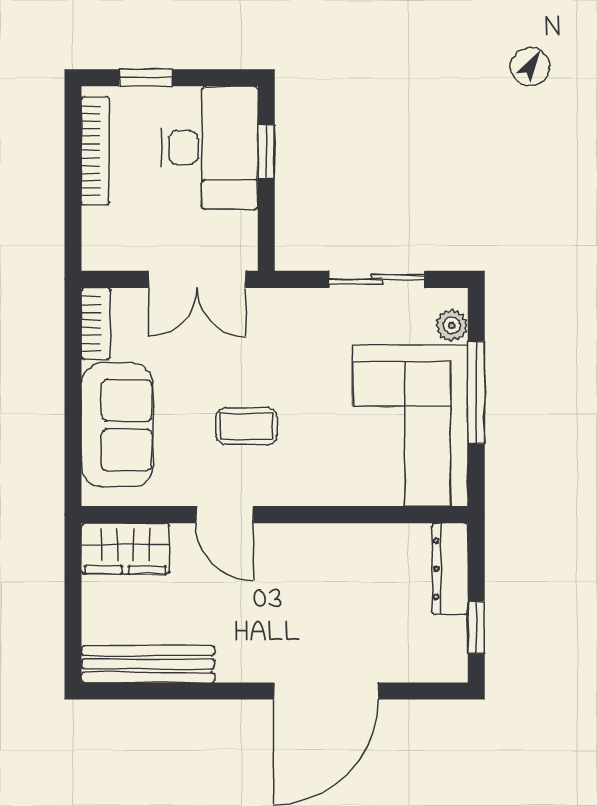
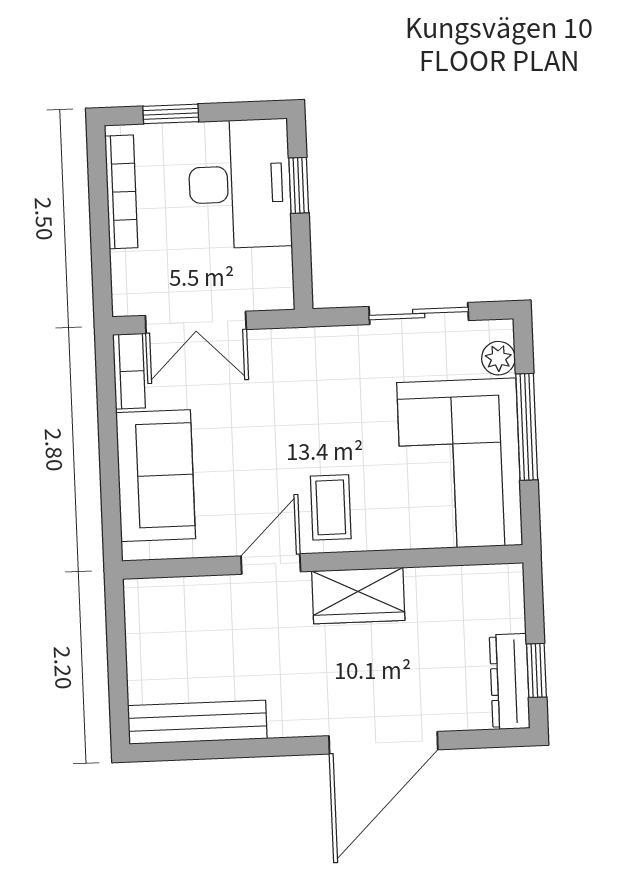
double door: (197, 279) -> (196, 322), moved
coffee table: (246, 426) -> (331, 507), moved, turned 90
door: (225, 515) -> (271, 564), swing flipped
wardrobe: (125, 549) -> (358, 596), moved
dresser: (450, 569) -> (510, 681), moved

